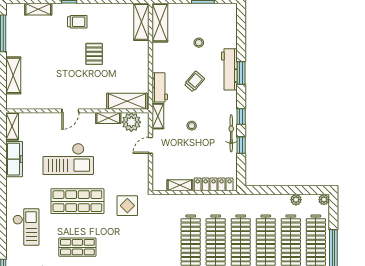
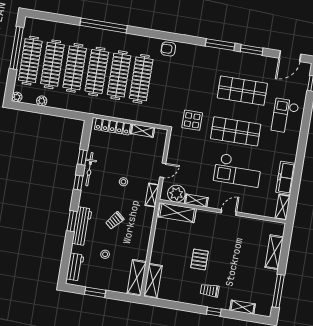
workbench: (160, 87) -> (75, 267), moved, turned 180
checkout: (68, 159) -> (238, 170), turned 180
shop shelf: (77, 247) -> (242, 91), width x1.43, depth x1.36

